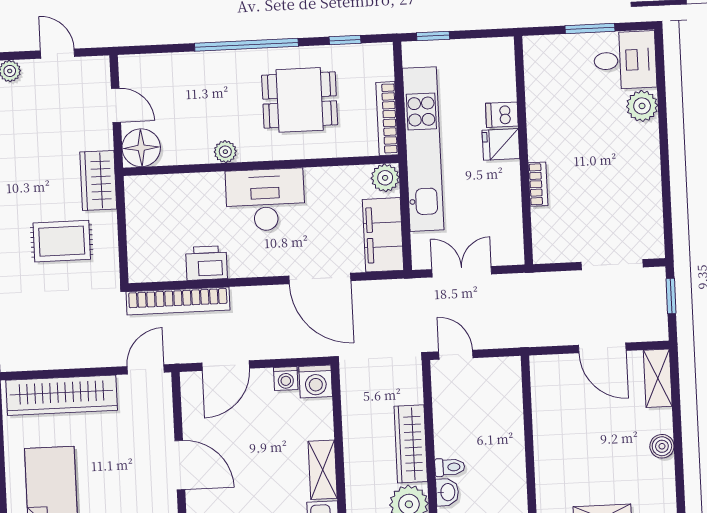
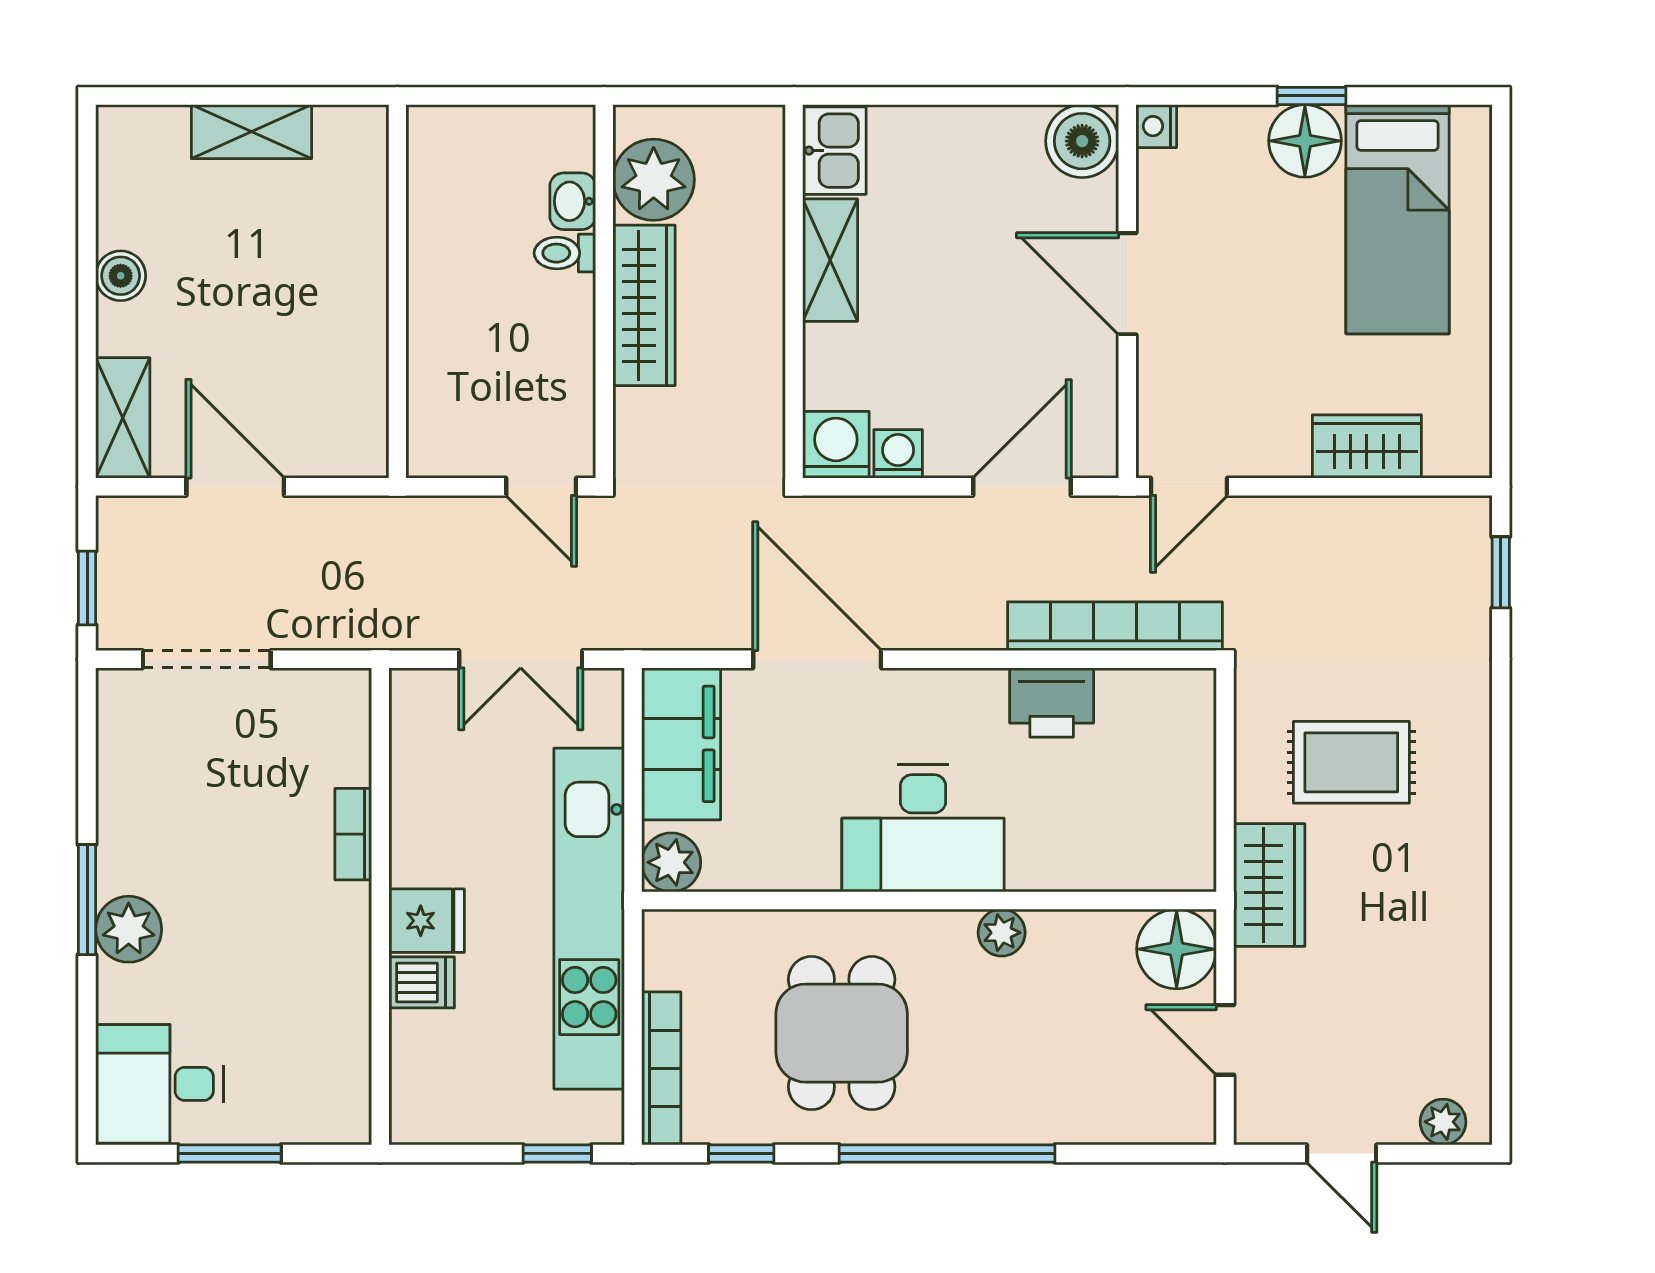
dining table: (300, 100) -> (842, 1033), turned 90
plant: (642, 106) -> (129, 929), moved
bookcase: (387, 119) -> (661, 1068), moved
window: (664, 147) -> (87, 900), added
wardrobe: (62, 395) -> (1367, 446), width x0.48, depth x0.85

